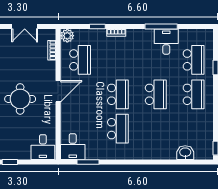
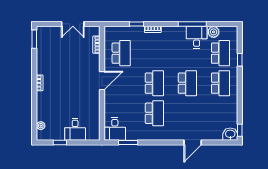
plant: (67, 36) -> (214, 32), moved
round table: (20, 99) -> (69, 87), removed
desk: (43, 147) -> (75, 129), moved
washbasin: (185, 153) -> (230, 134), moved
door: (162, 162) -> (193, 142), added

